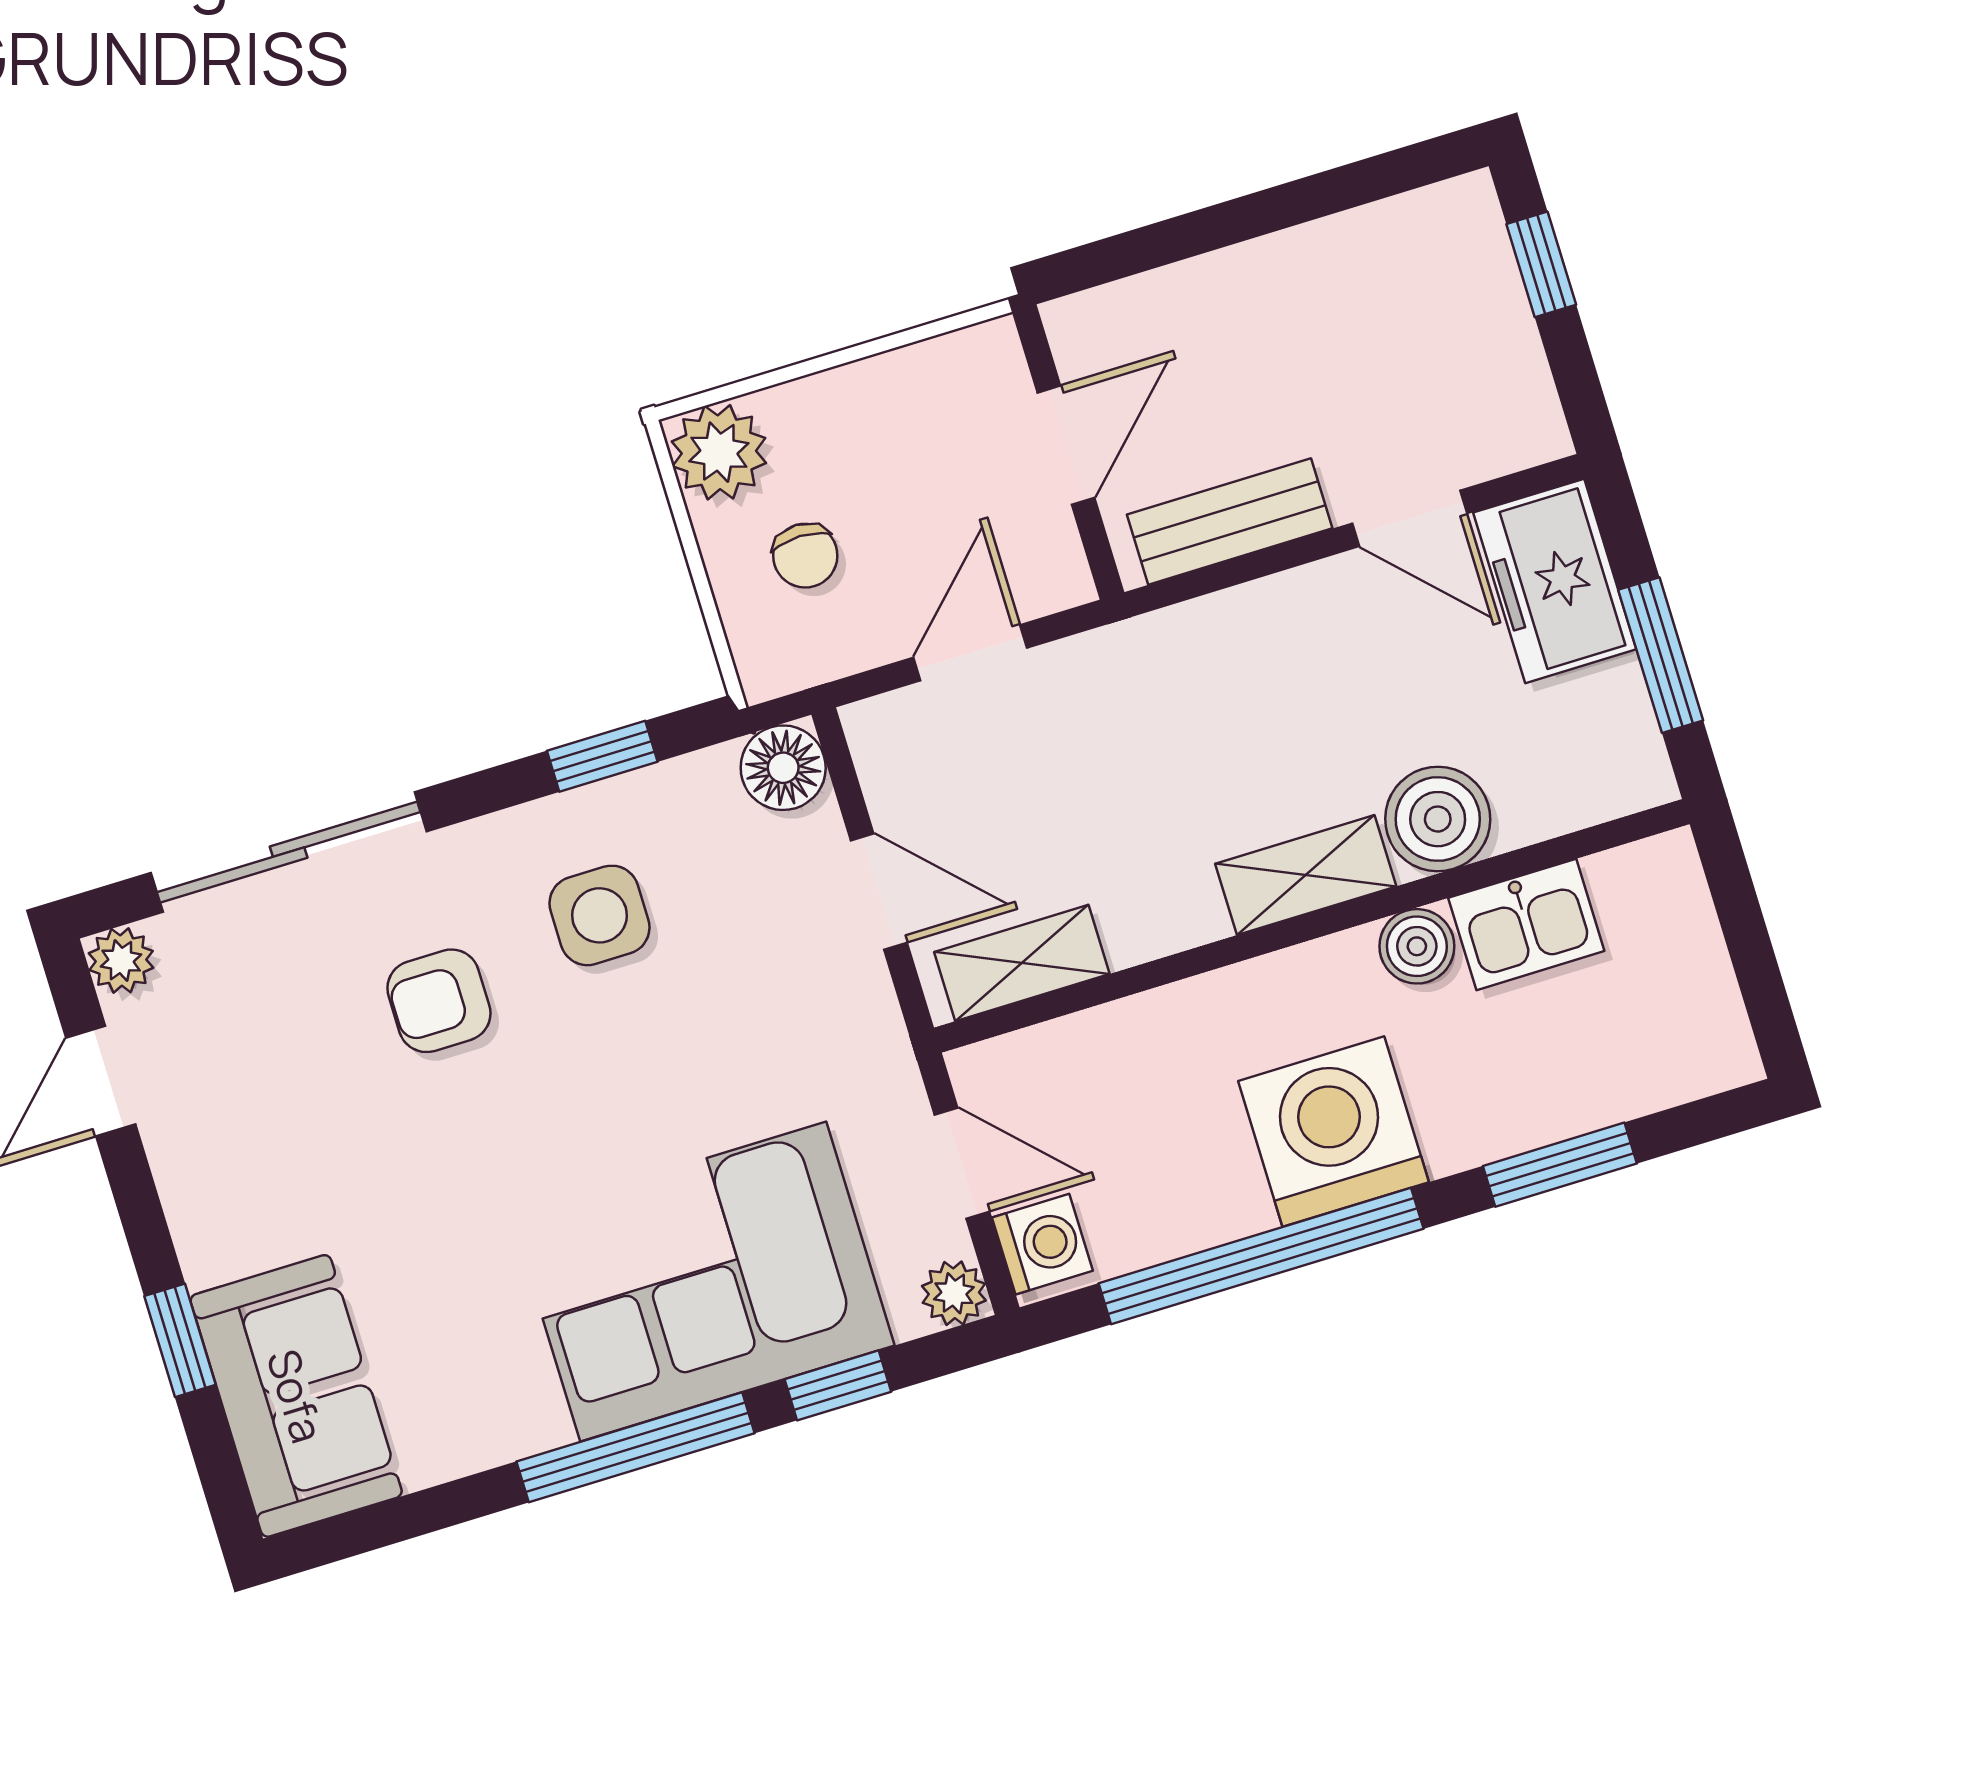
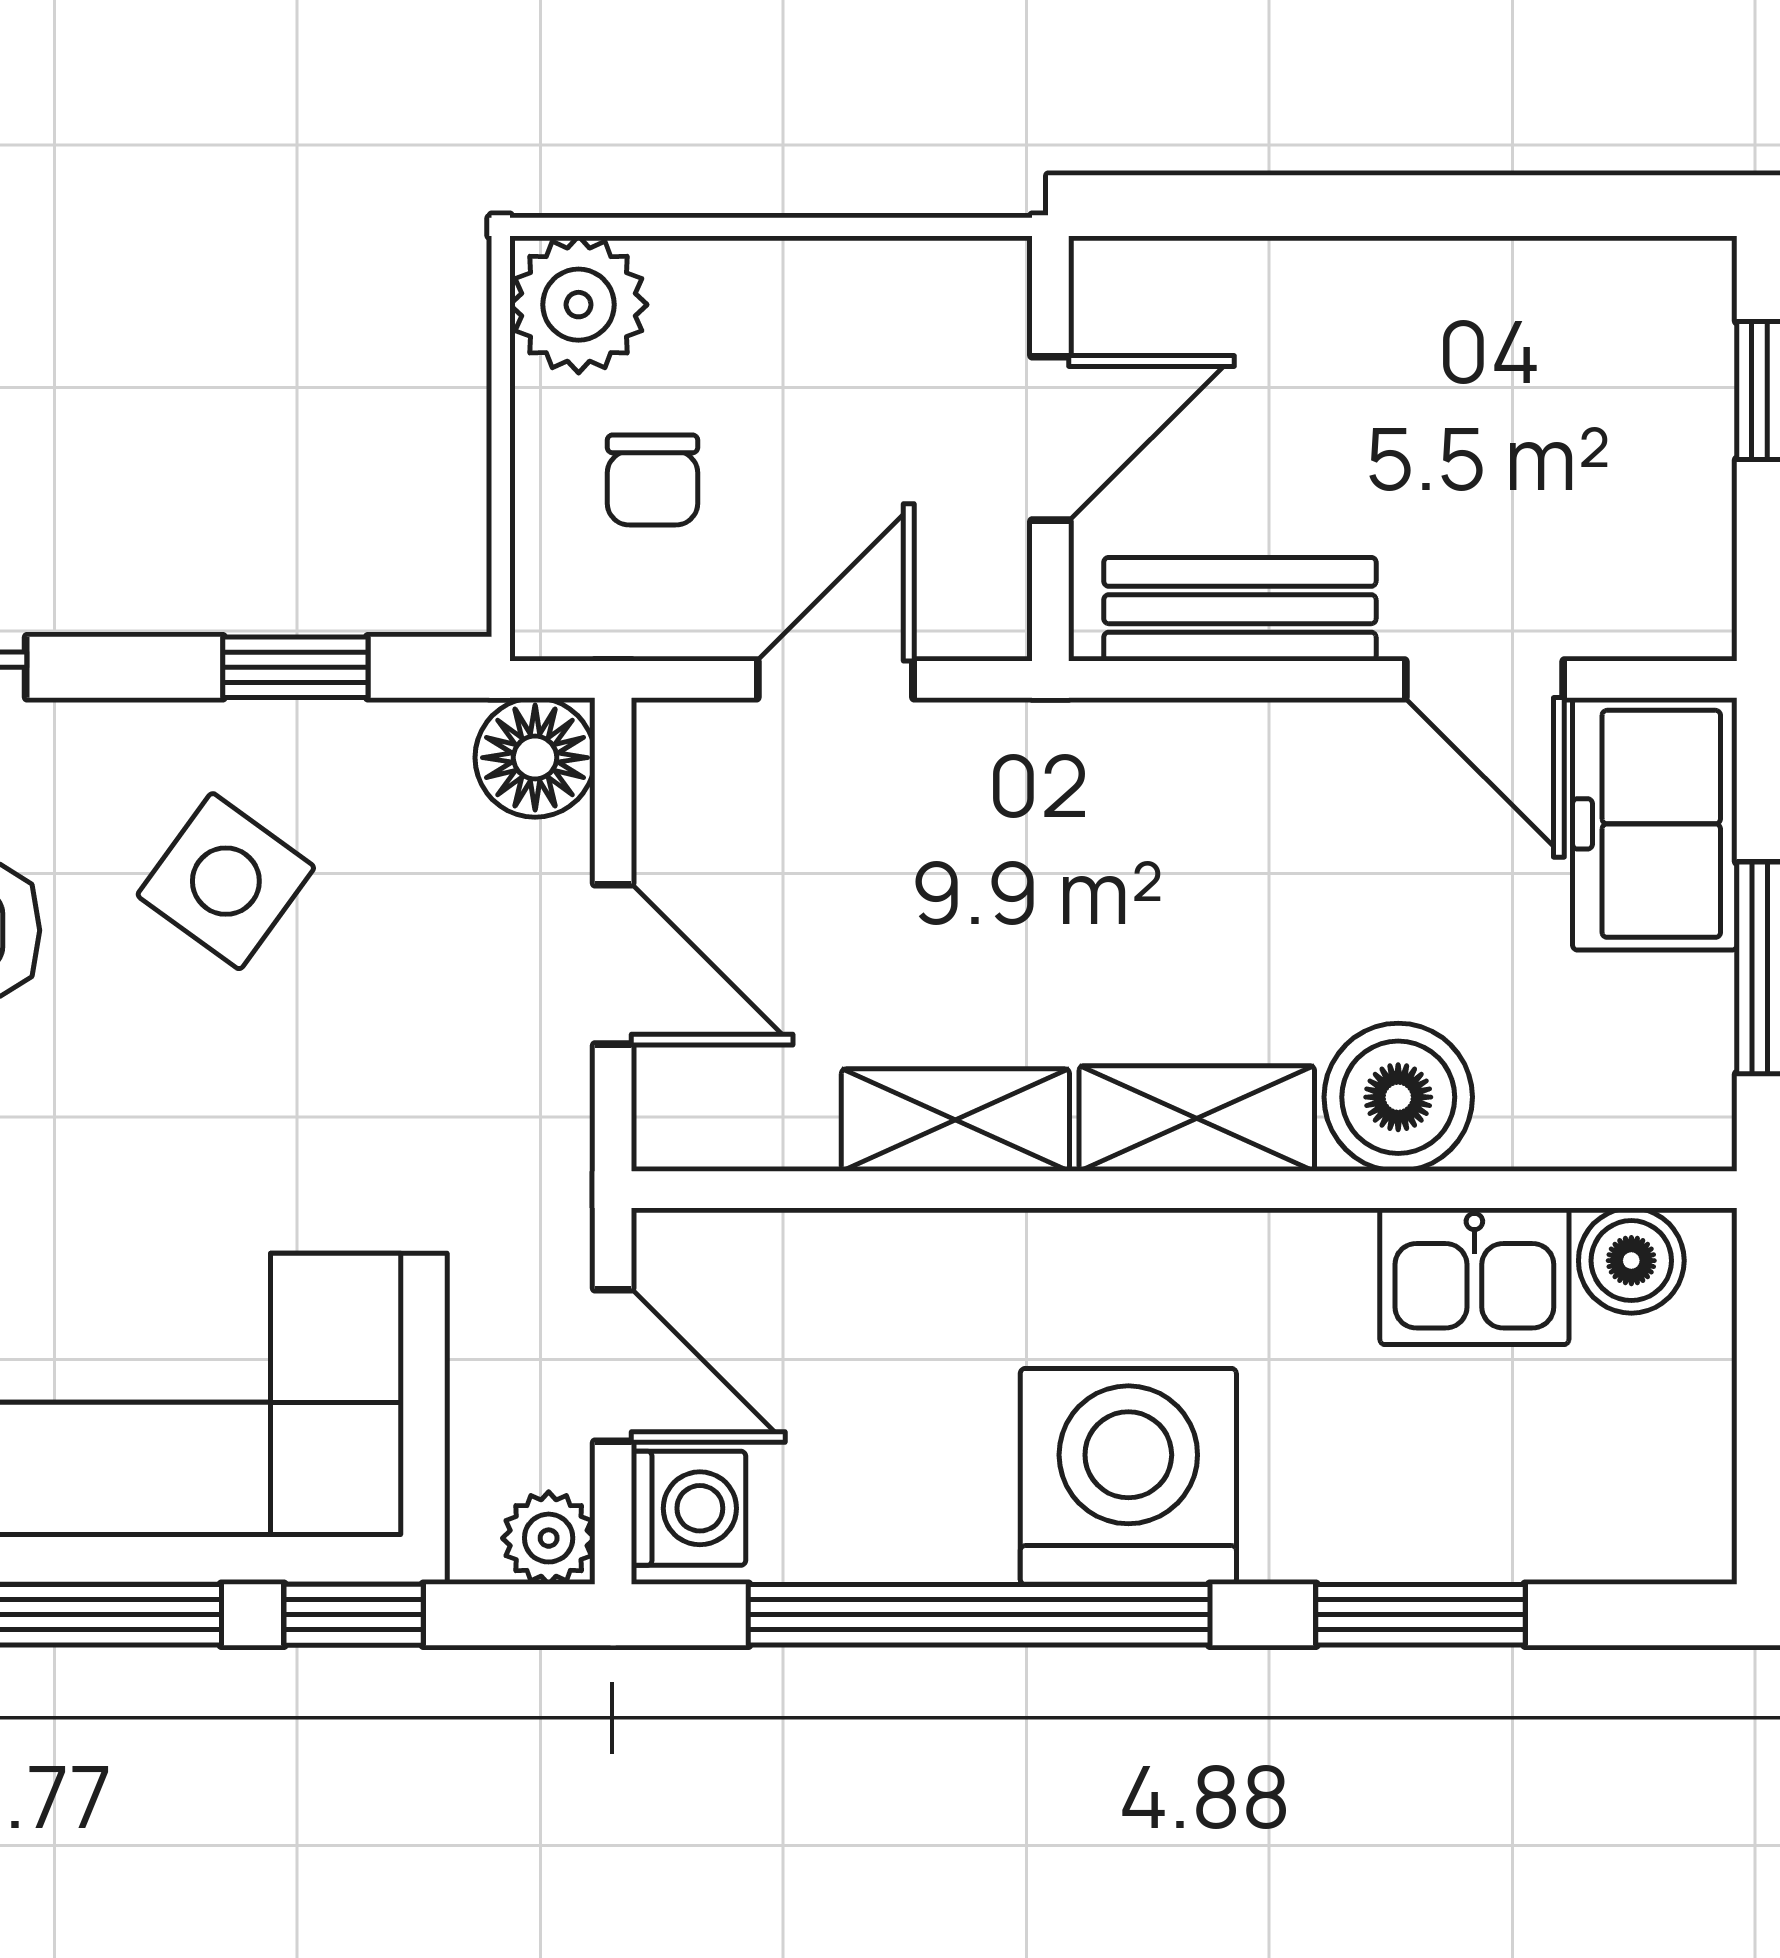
side table: (600, 915) -> (226, 881), turned 36
boiler: (1417, 946) -> (1631, 1261), moved
shelving: (1022, 963) -> (955, 1120), moved

